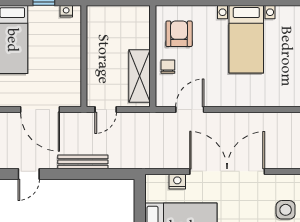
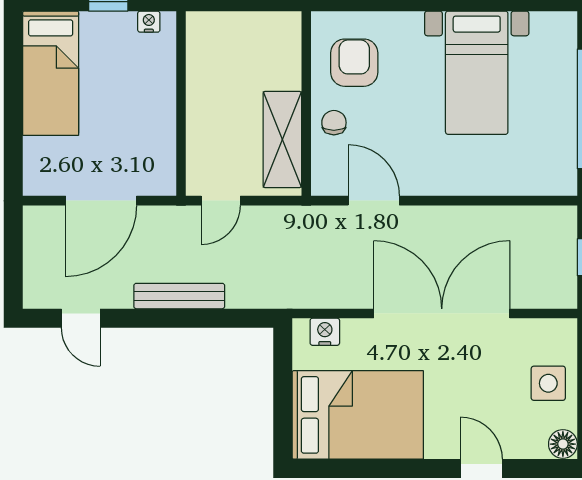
door: (40, 110) -> (101, 201), hinge flipped
door: (190, 110) -> (374, 201), hinge flipped
door: (29, 174) -> (81, 318), hinge flipped
nightstand: (177, 182) -> (325, 332), moved

